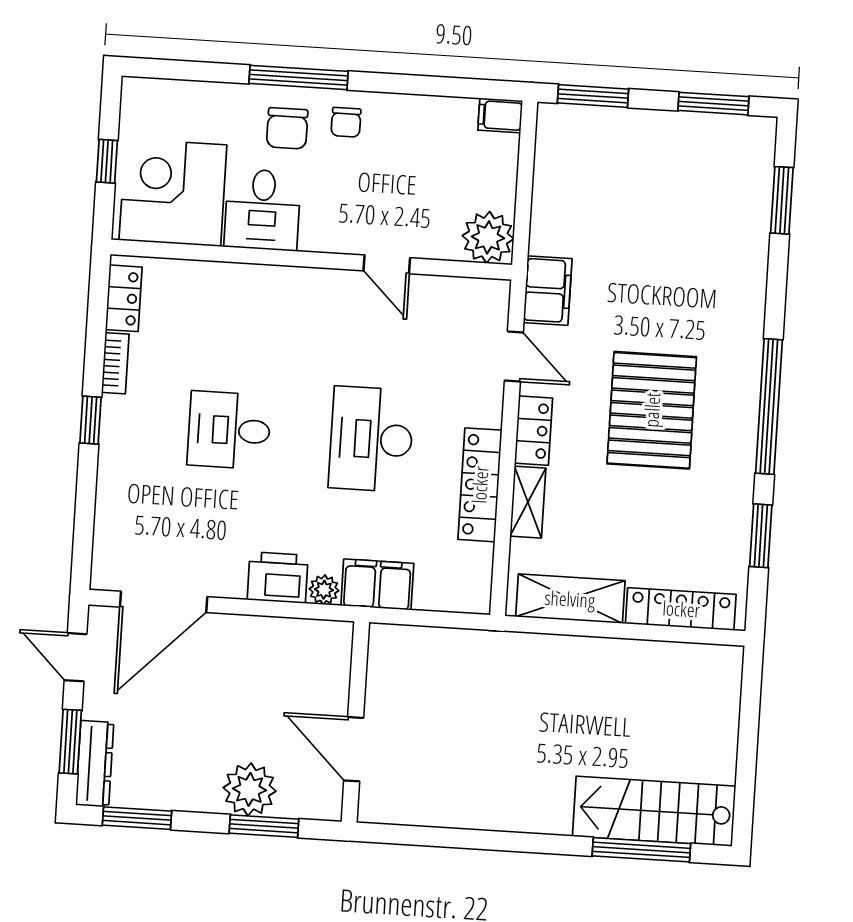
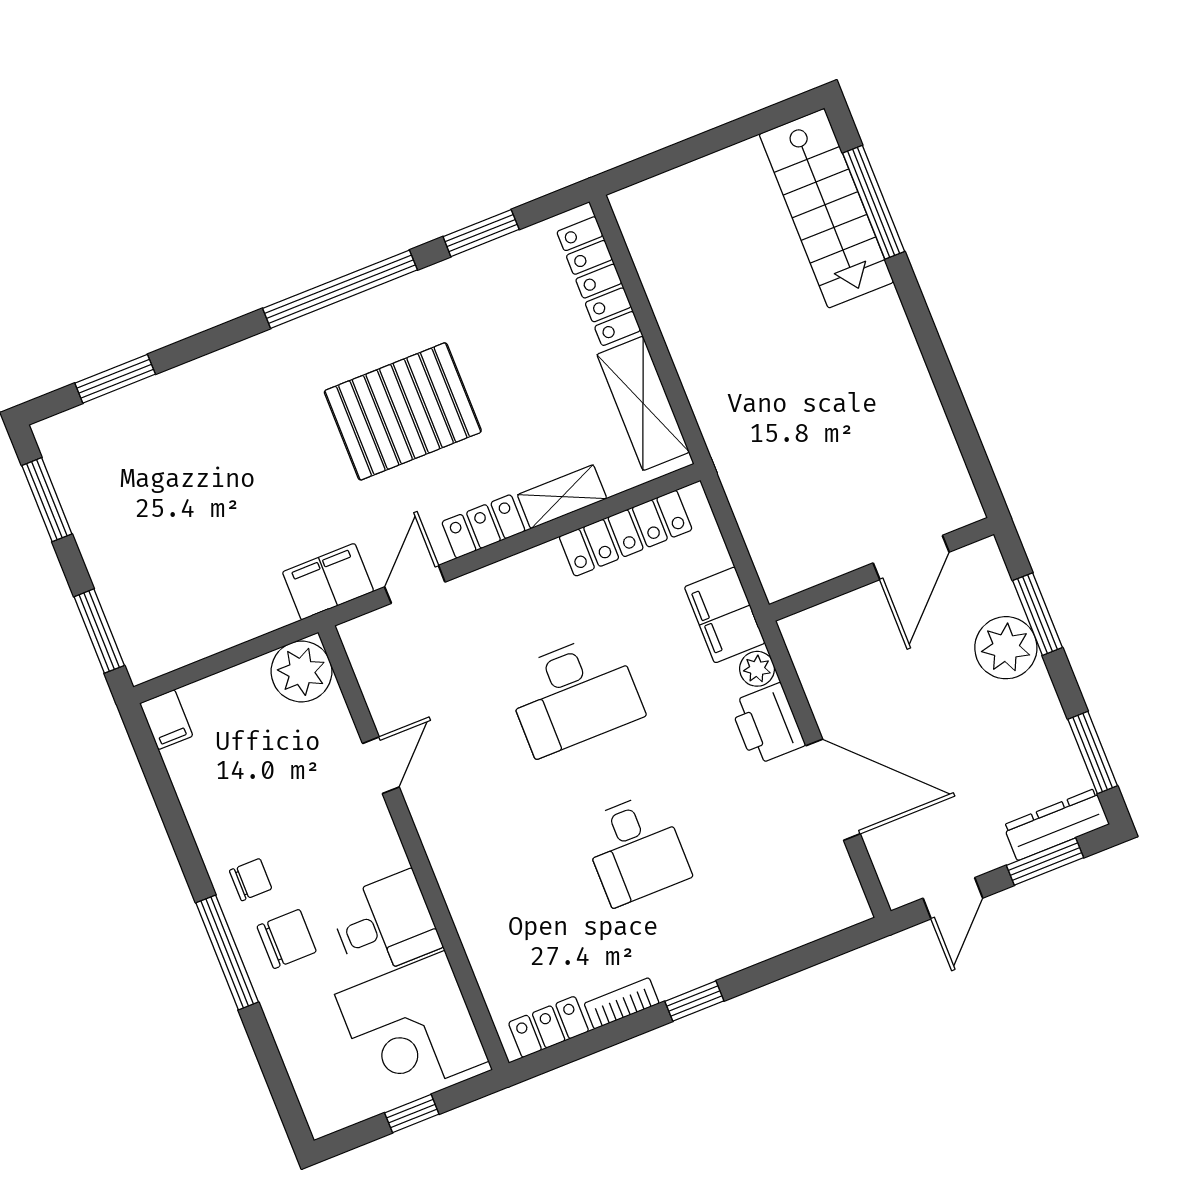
locker: (480, 485) -> (626, 533), moved
door: (164, 602) -> (833, 790), moved

